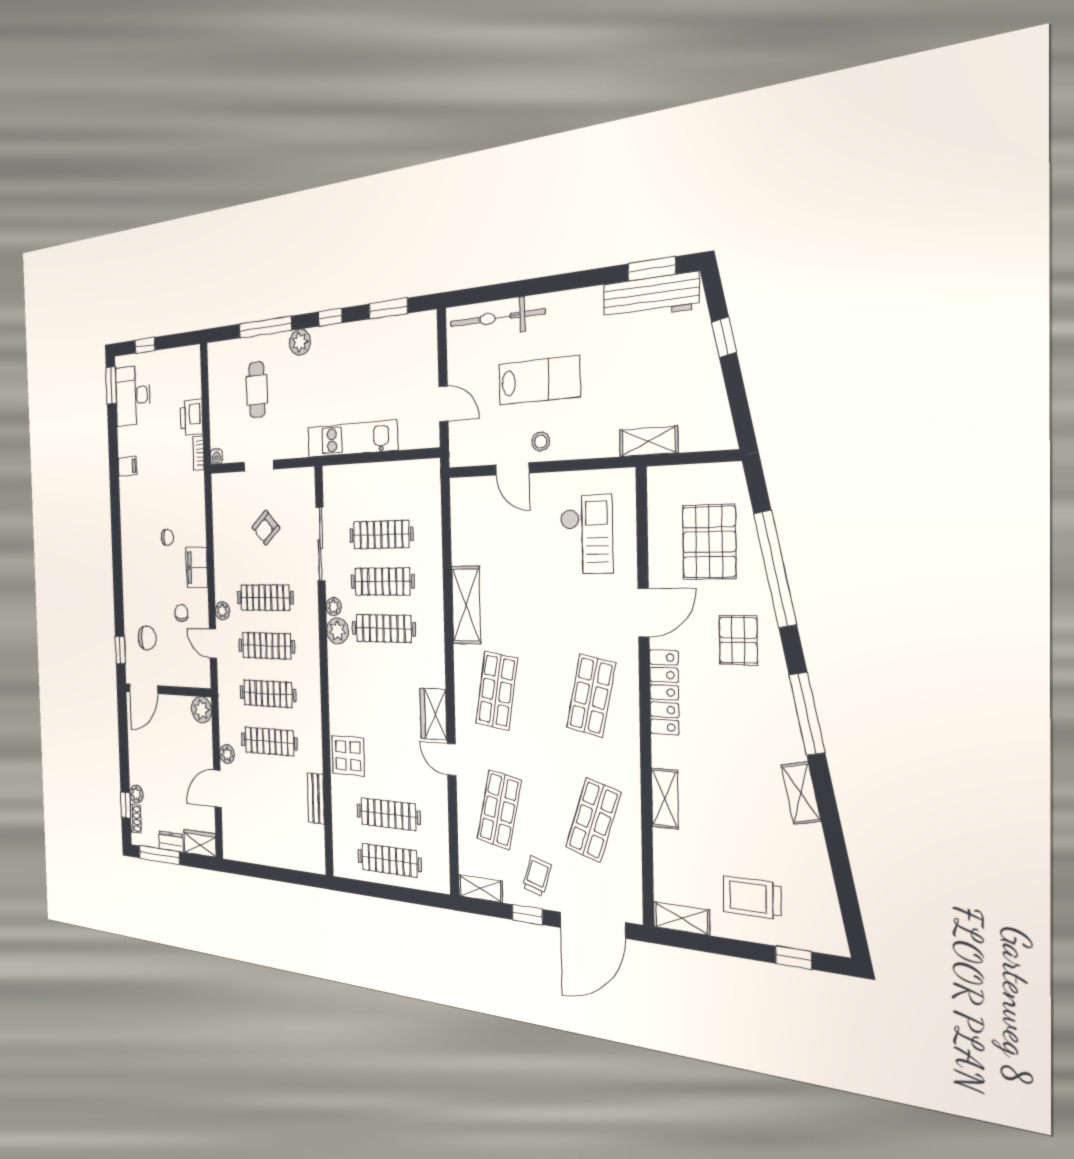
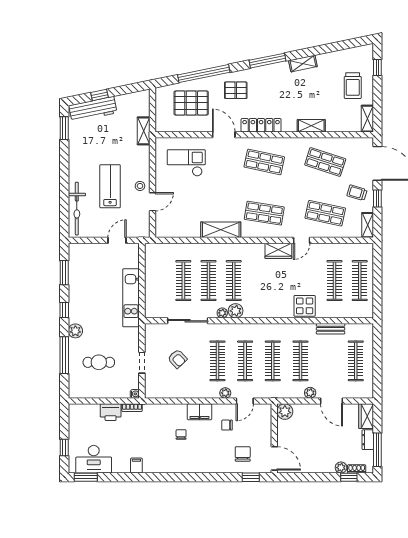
workbench: (651, 297) -> (93, 109), moved, turned 78
clothes rail: (272, 837) -> (356, 361), added

